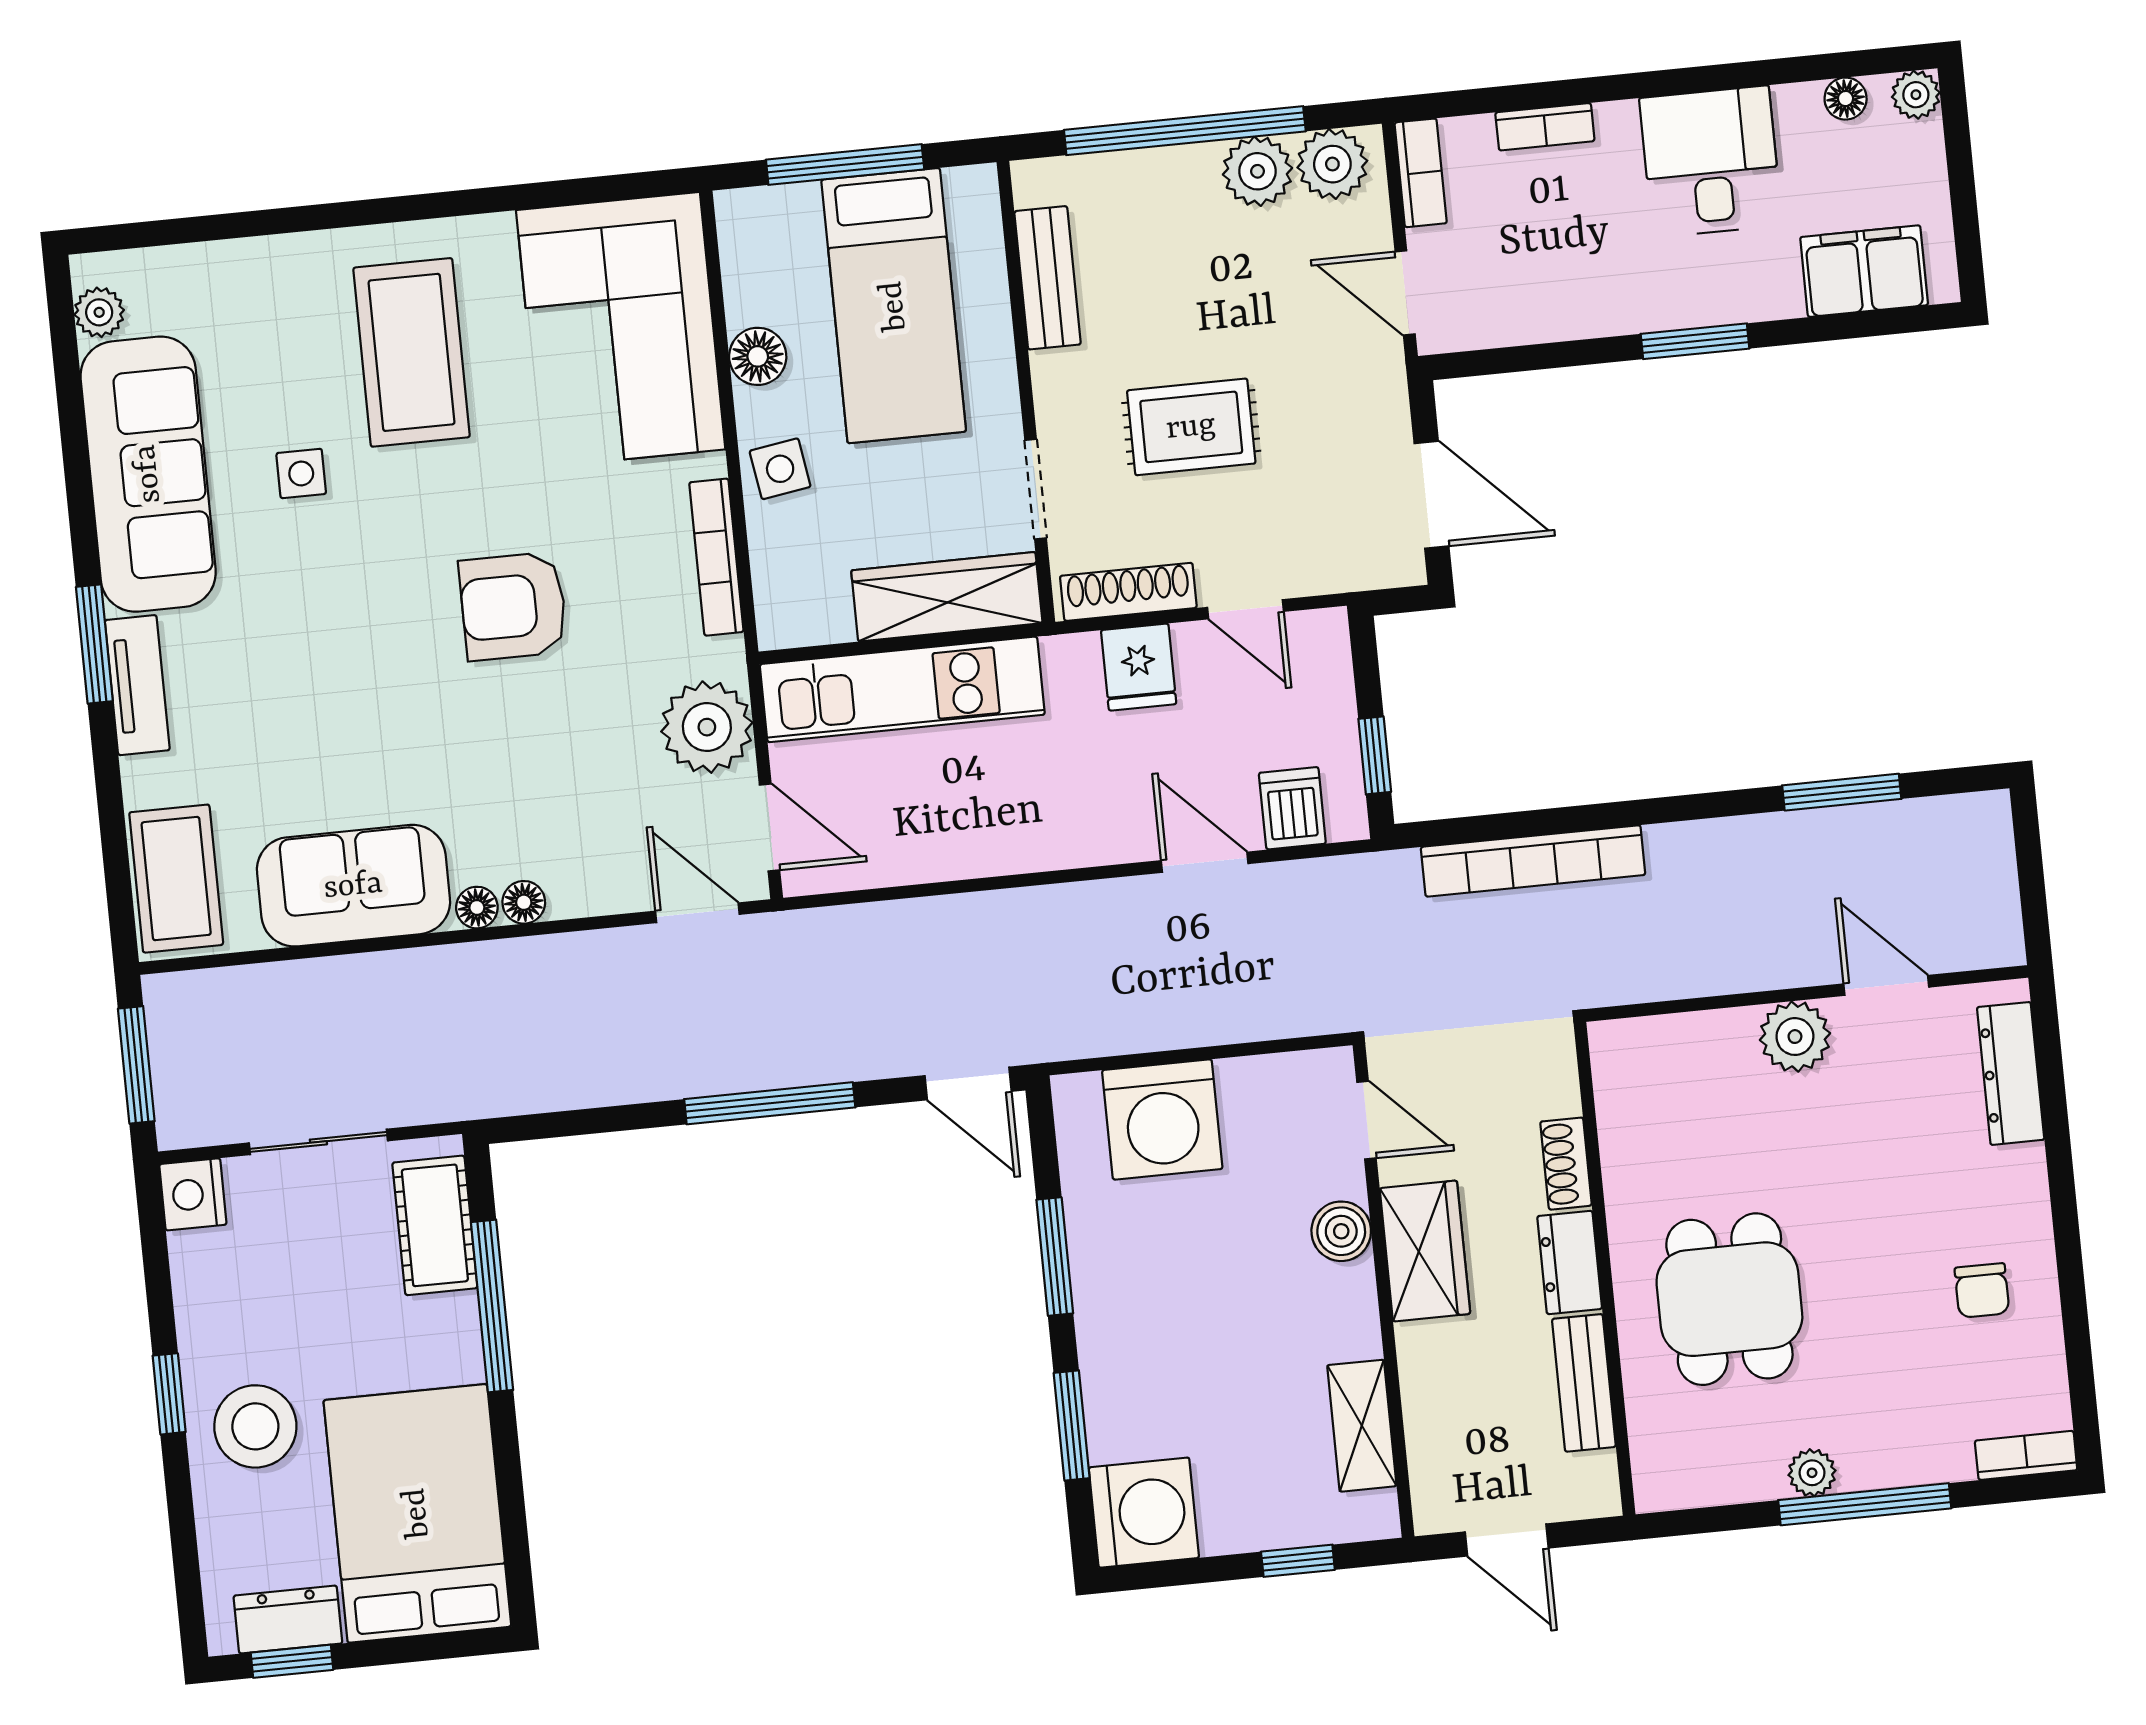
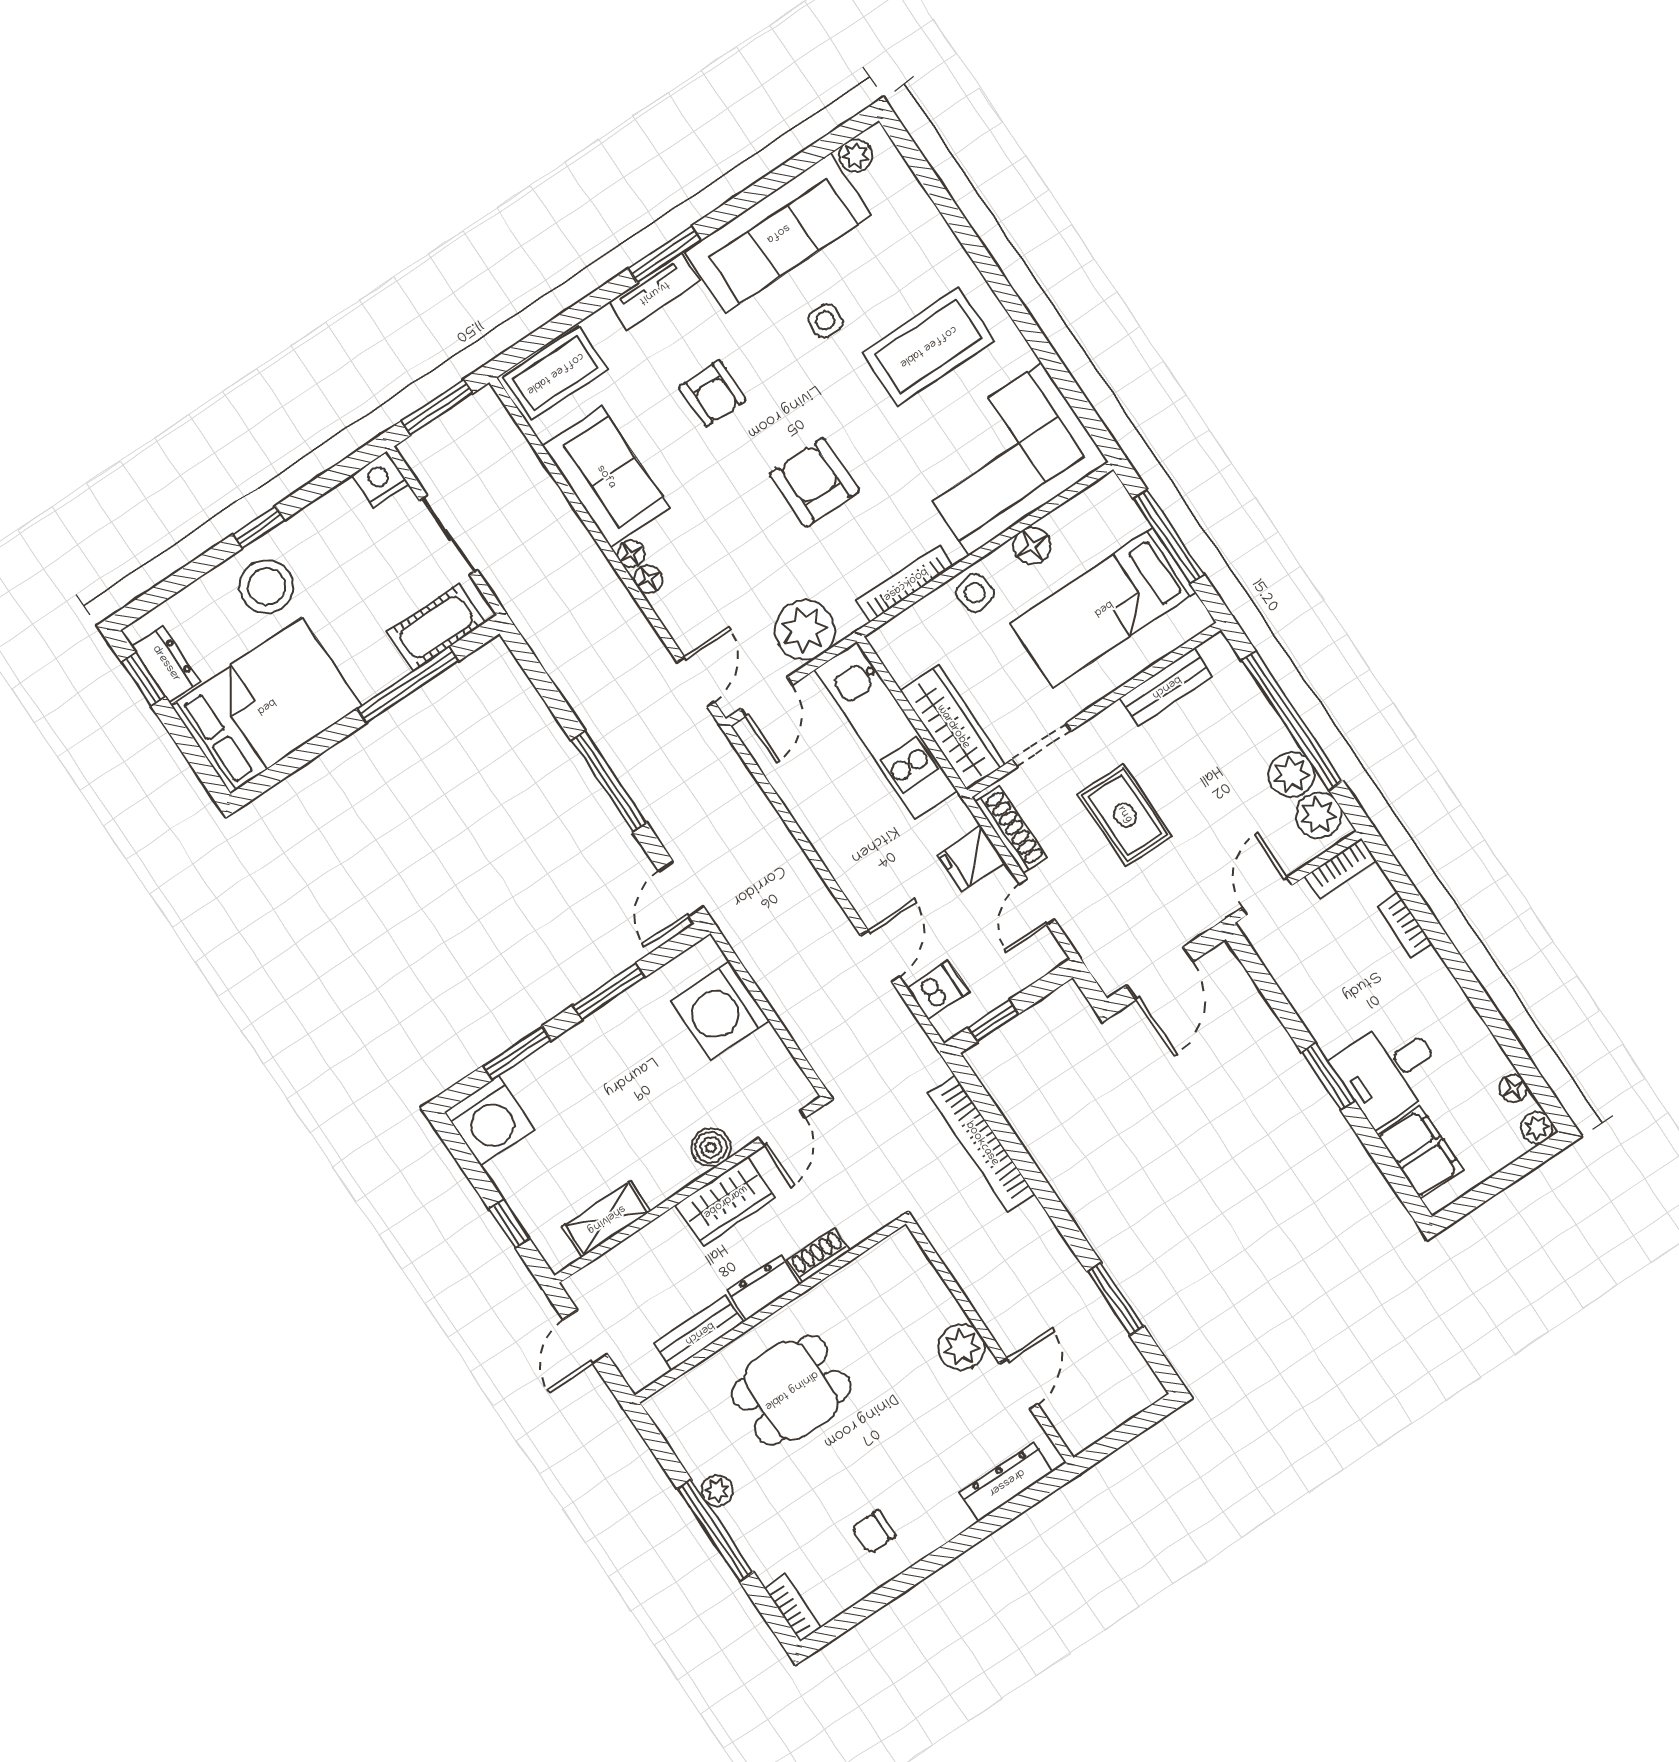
desk: (1711, 162) -> (1389, 1071), moved, turned 180
armchair: (318, 680) -> (713, 393), added

